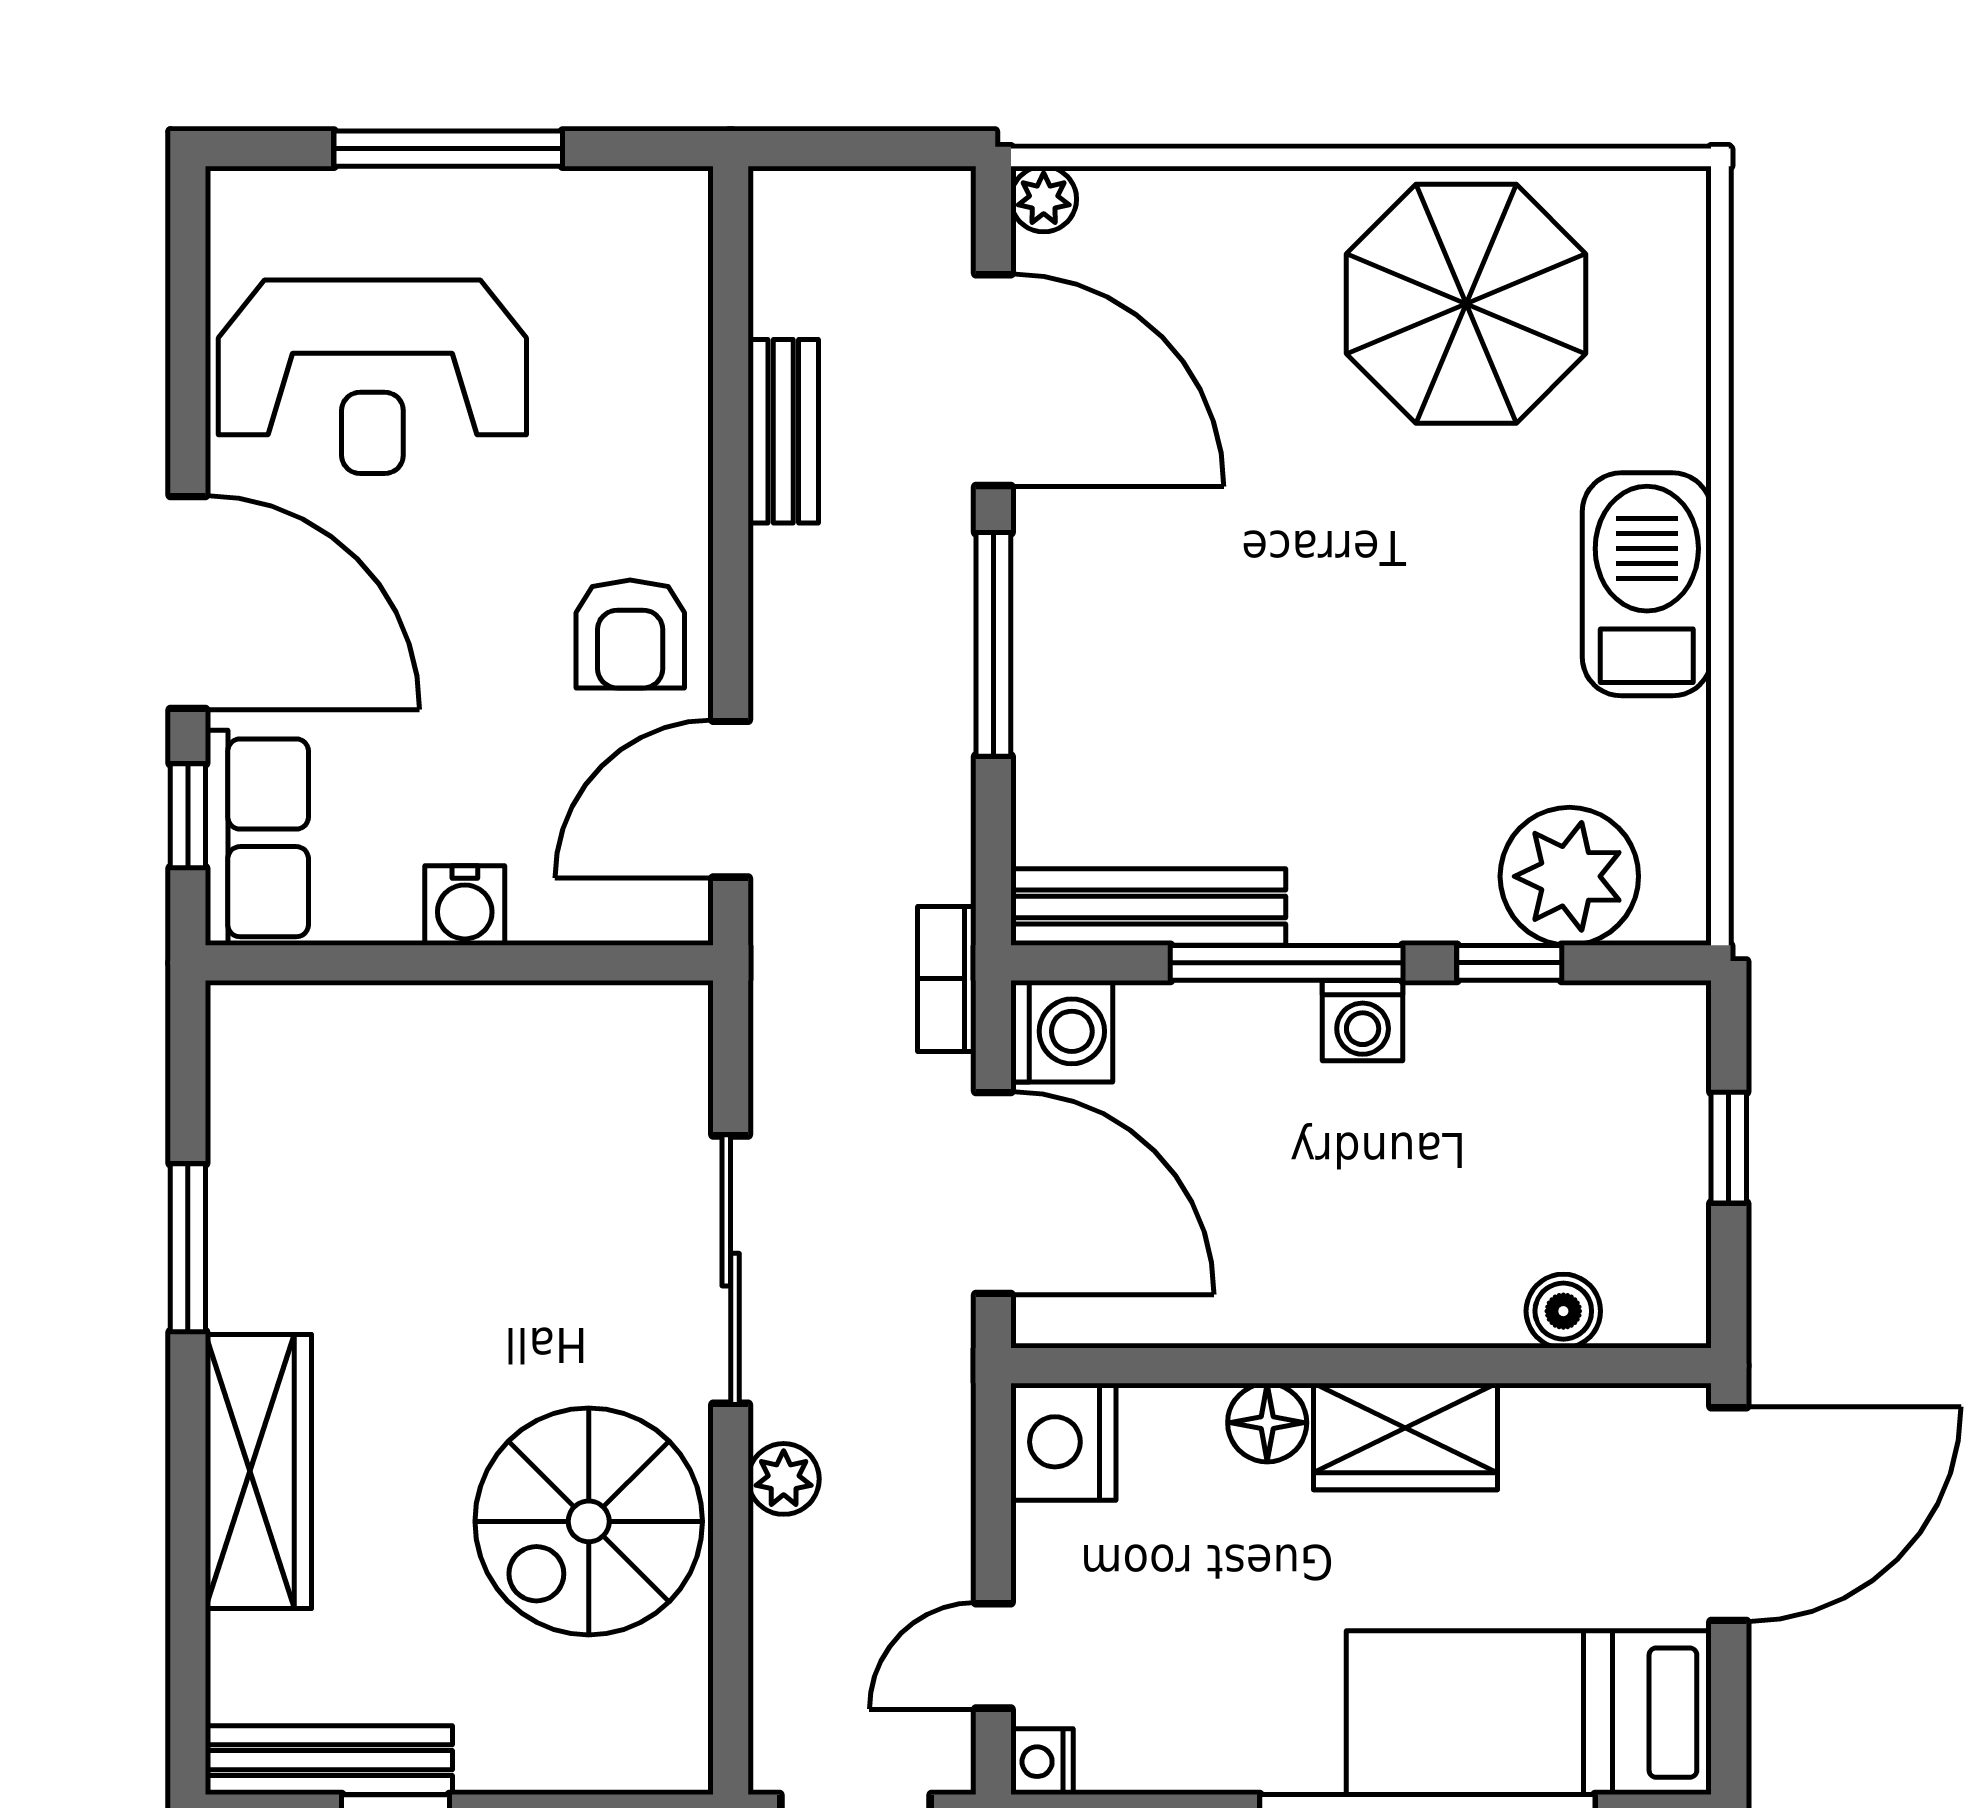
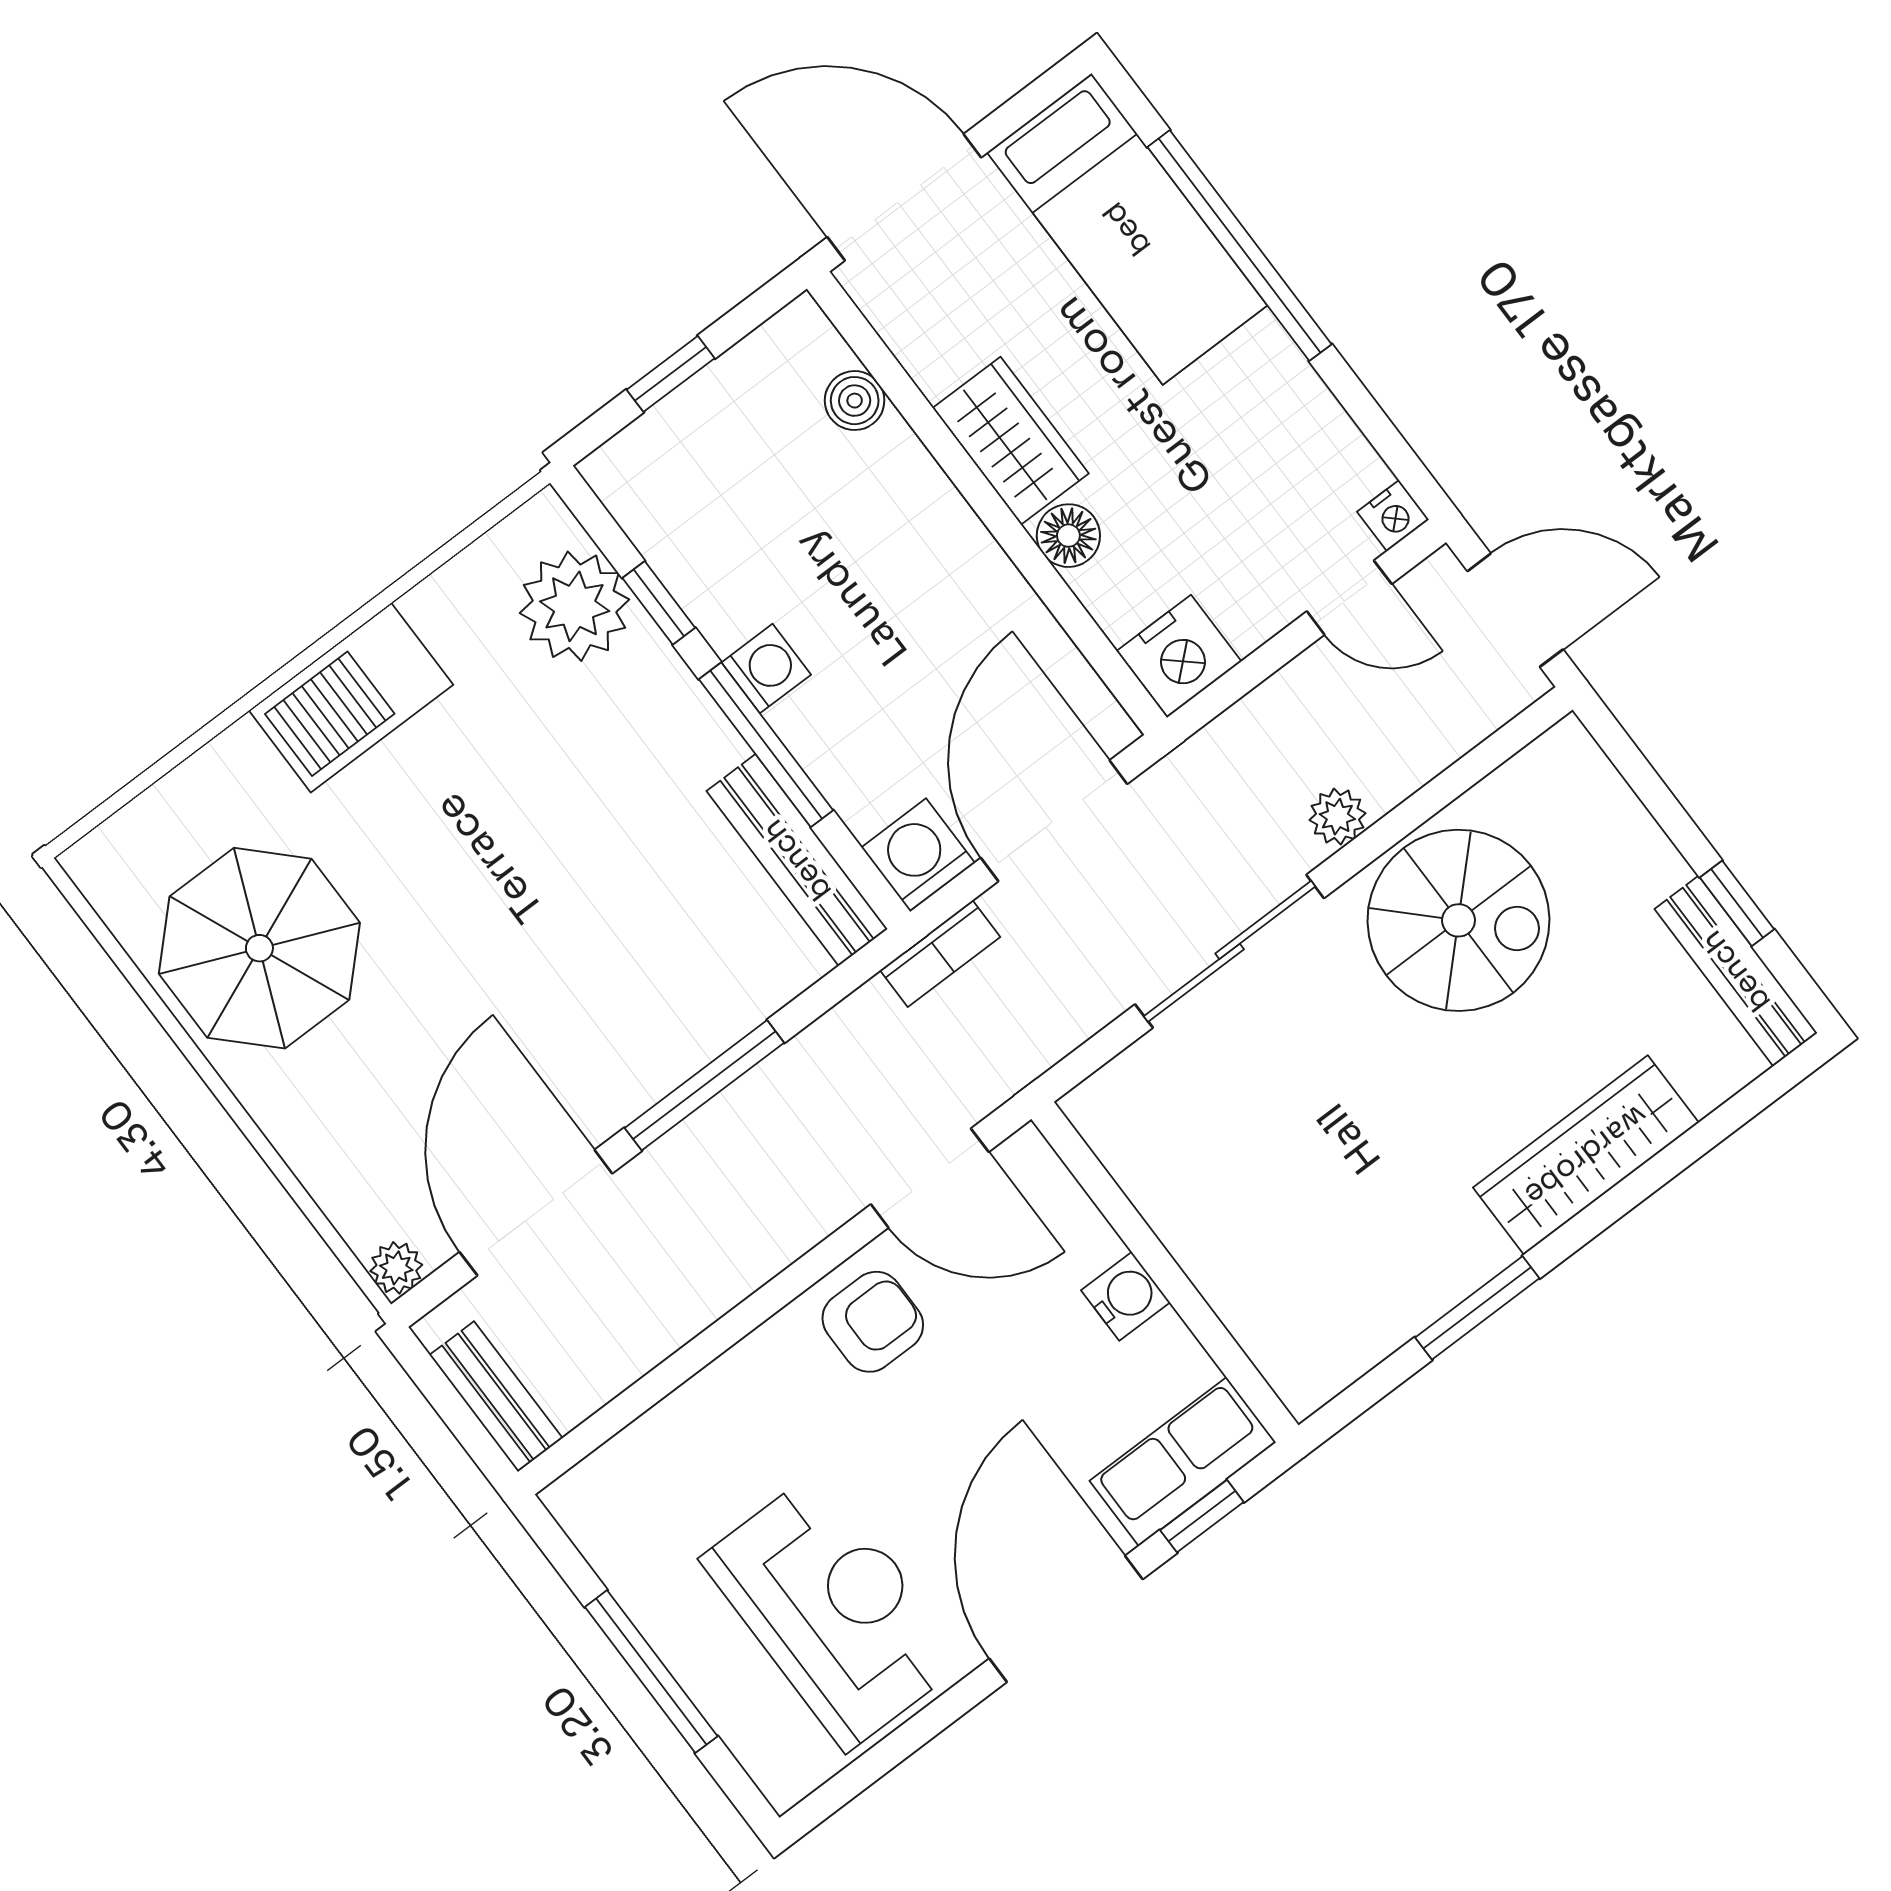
bench: (783, 431) -> (496, 1397), moved, turned 90

